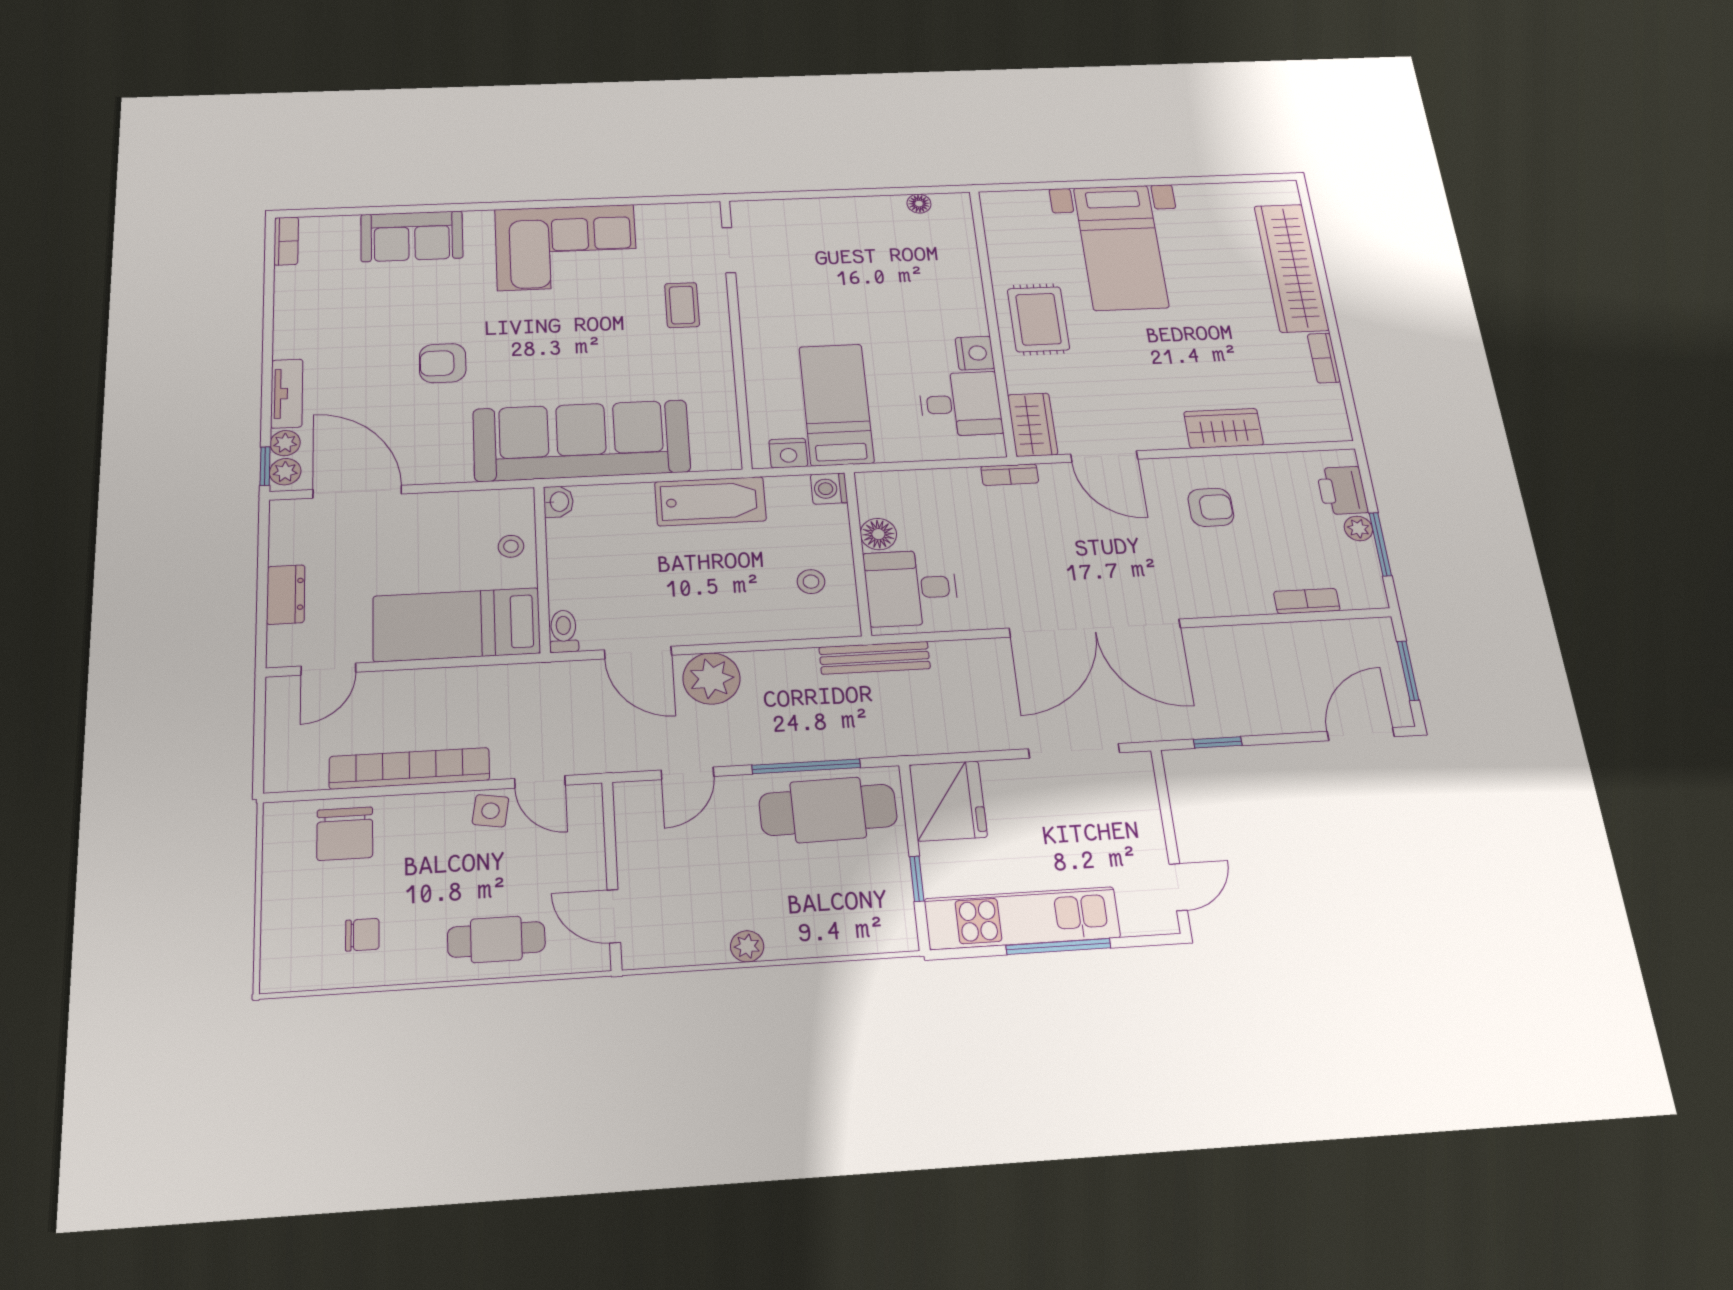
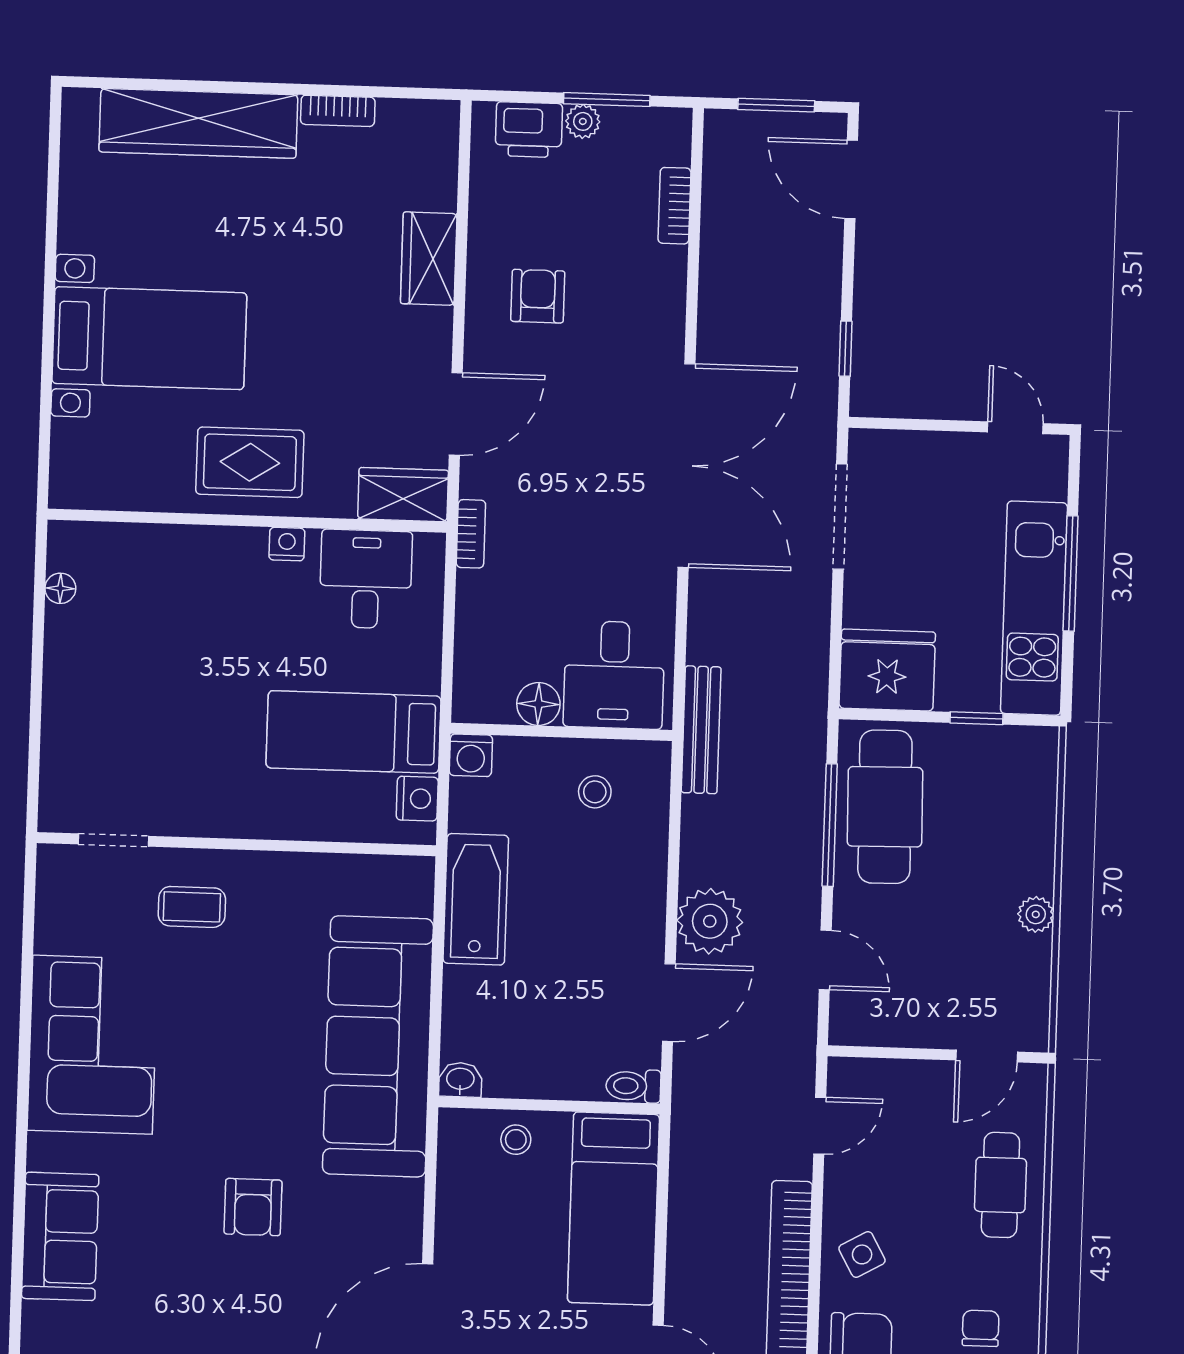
nightstand: (975, 353) -> (287, 544), width x0.72, depth x0.74
side table: (491, 811) -> (862, 1254), moved, turned -38

